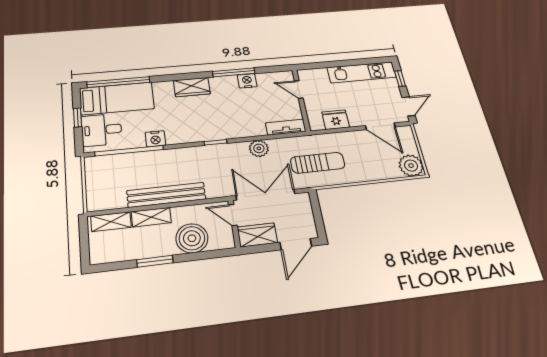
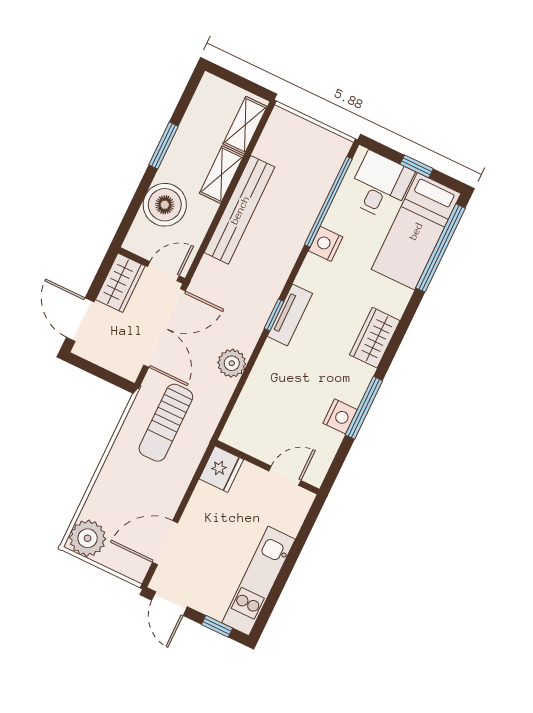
fridge: (336, 120) -> (221, 469), moved
tv unit: (286, 127) -> (290, 315), moved

